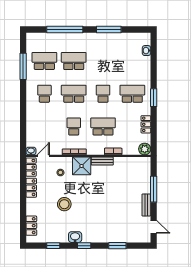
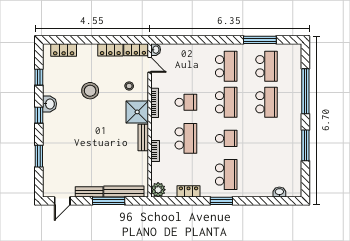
school desk: (44, 94) -> (226, 66), width x1.85
bench: (146, 177) -> (124, 191), added

